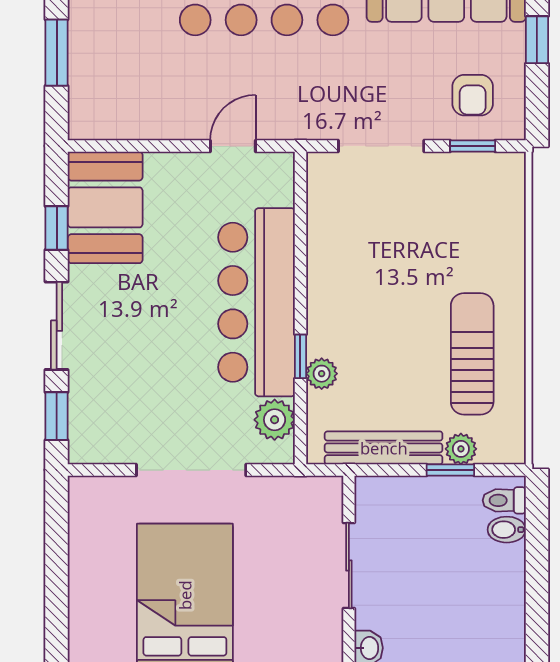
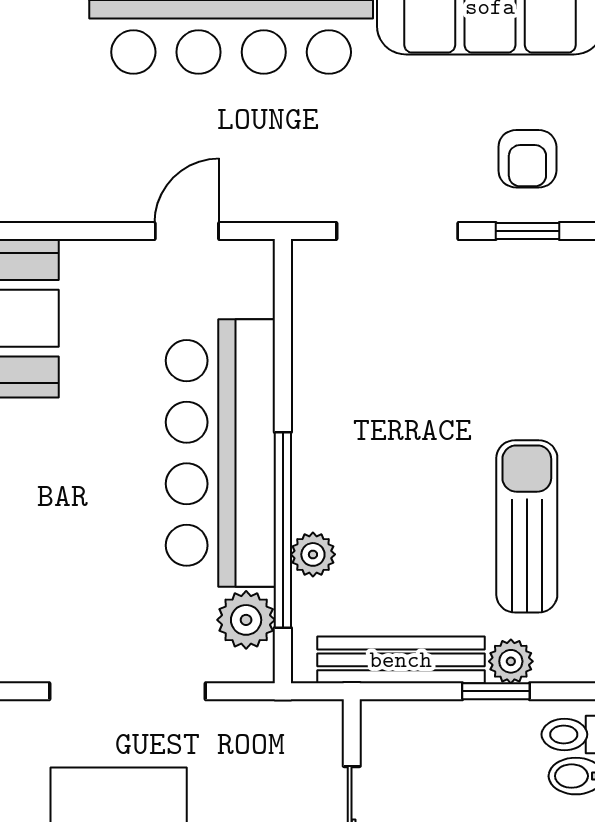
window: (300, 356) -> (283, 530), width x3.17

